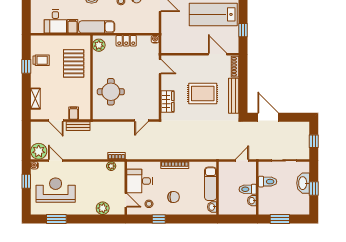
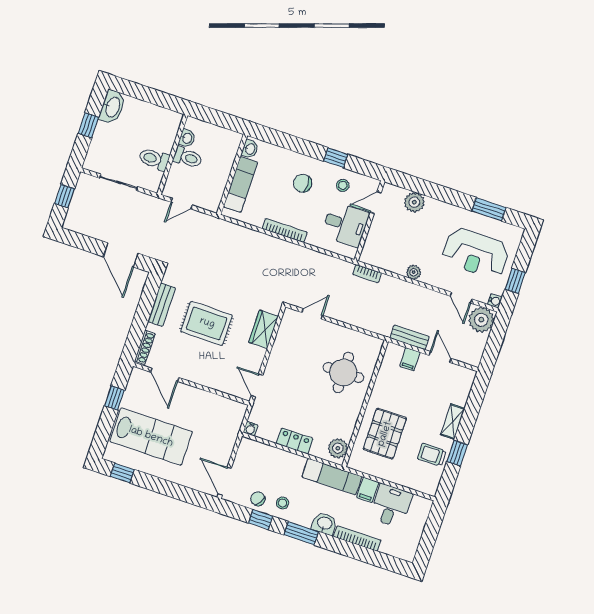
bench: (234, 96) -> (162, 305), width x0.73
shelving: (35, 99) -> (453, 422), moved
plant: (111, 166) -> (414, 272), moved
washbasin: (303, 183) -> (112, 107), moved
door: (126, 200) -> (376, 203), hinge flipped
window: (280, 219) -> (154, 97), removed

